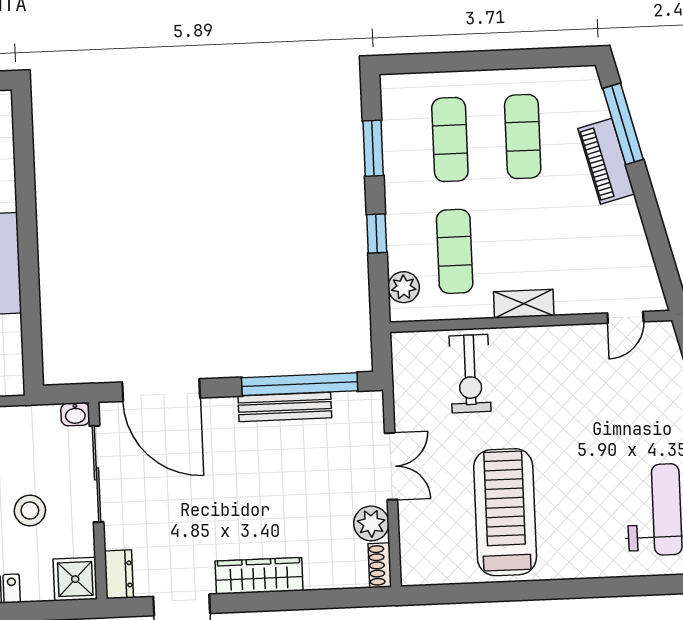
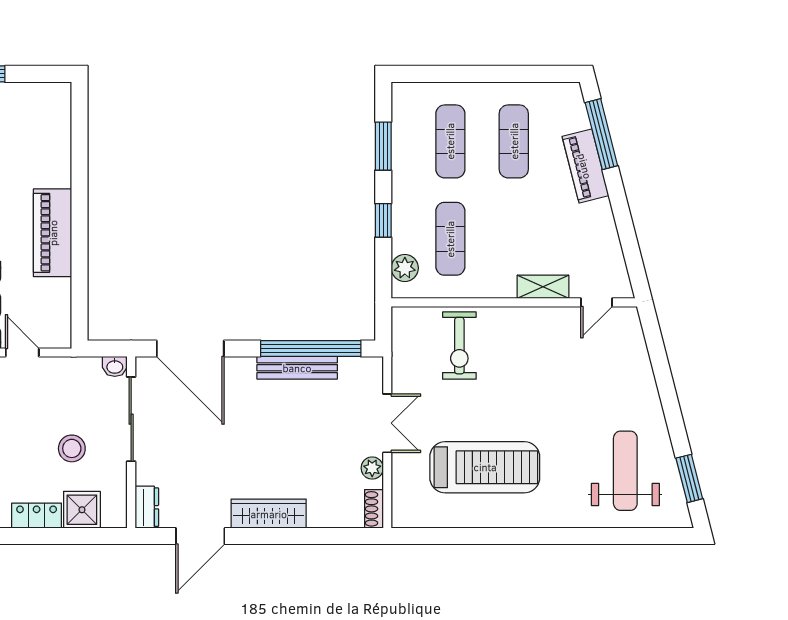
shelving: (524, 304) -> (543, 287), moved
treadmill: (505, 512) -> (485, 467), turned 90
plant: (371, 523) -> (372, 468), width x0.73, depth x0.73
shower: (75, 579) -> (82, 510), moved

